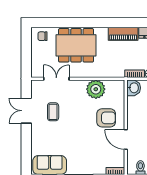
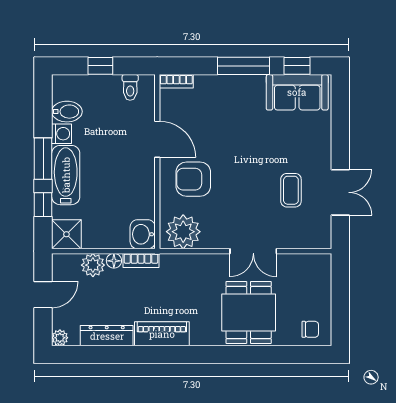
dining table: (76, 45) -> (249, 312), width x0.73
double door: (56, 79) -> (253, 251), moved
plant: (96, 89) -> (183, 232), moved

